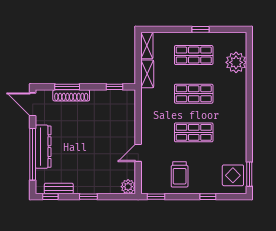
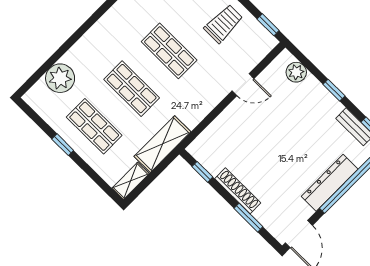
shelving: (147, 74) -> (162, 144), width x1.50, depth x1.33
shoe rack: (71, 95) -> (238, 191), moved
plant: (128, 187) -> (296, 72), moved

